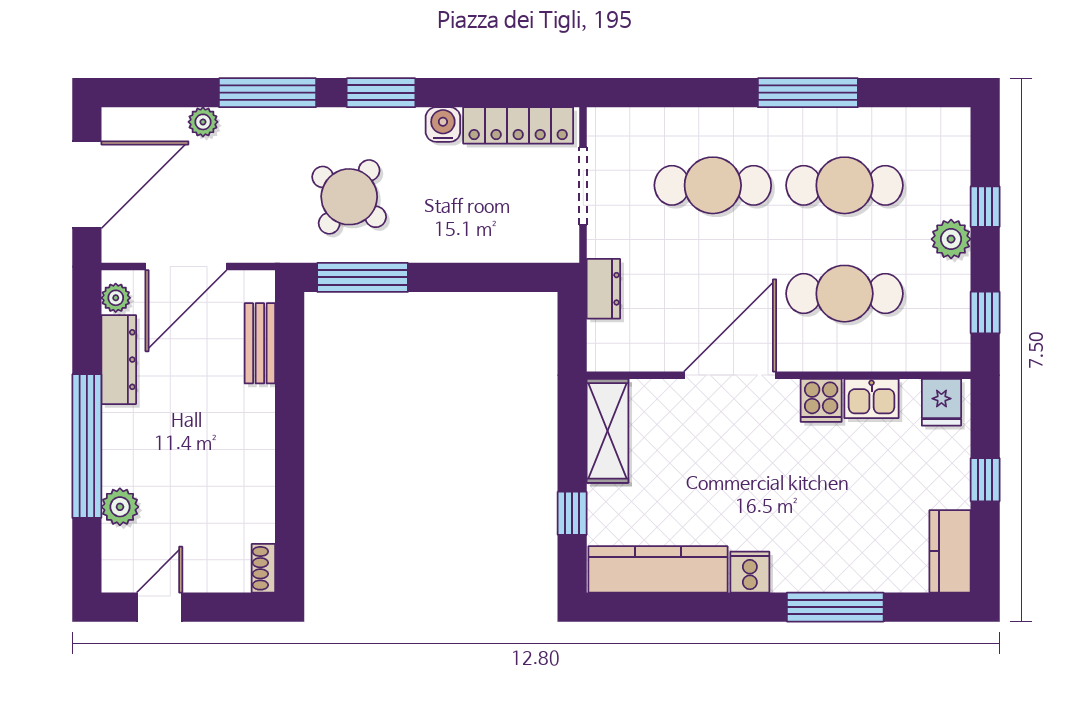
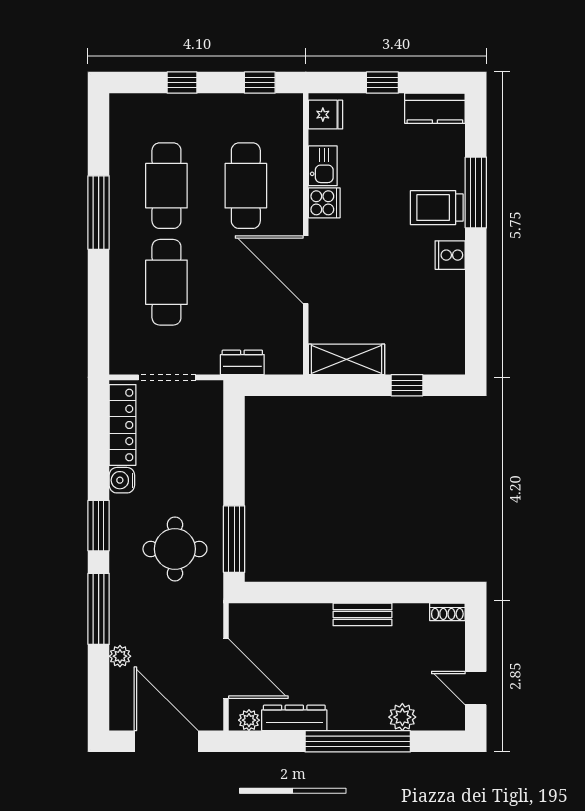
round table: (349, 197) -> (175, 549), turned -37
plant: (951, 239) -> (206, 108), removed
bench: (260, 343) -> (363, 614), moved
trolley: (815, 554) -> (437, 208), added
kitchen counter: (658, 569) -> (448, 322), removed

